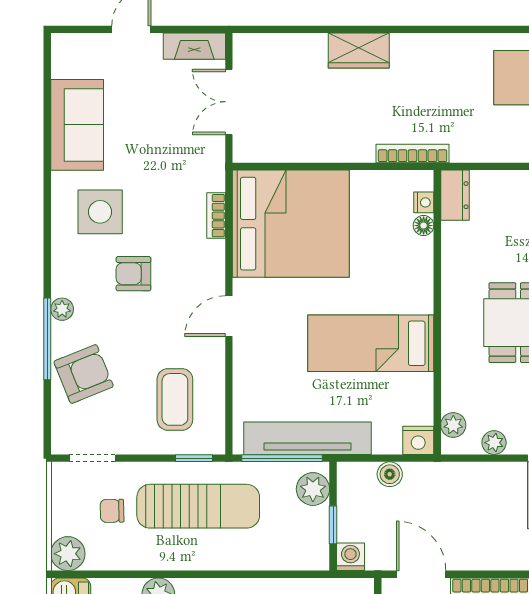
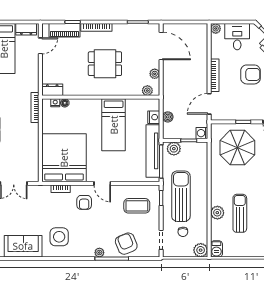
armchair: (133, 274) -> (84, 202), moved
nightstand: (418, 440) -> (154, 117), moved

